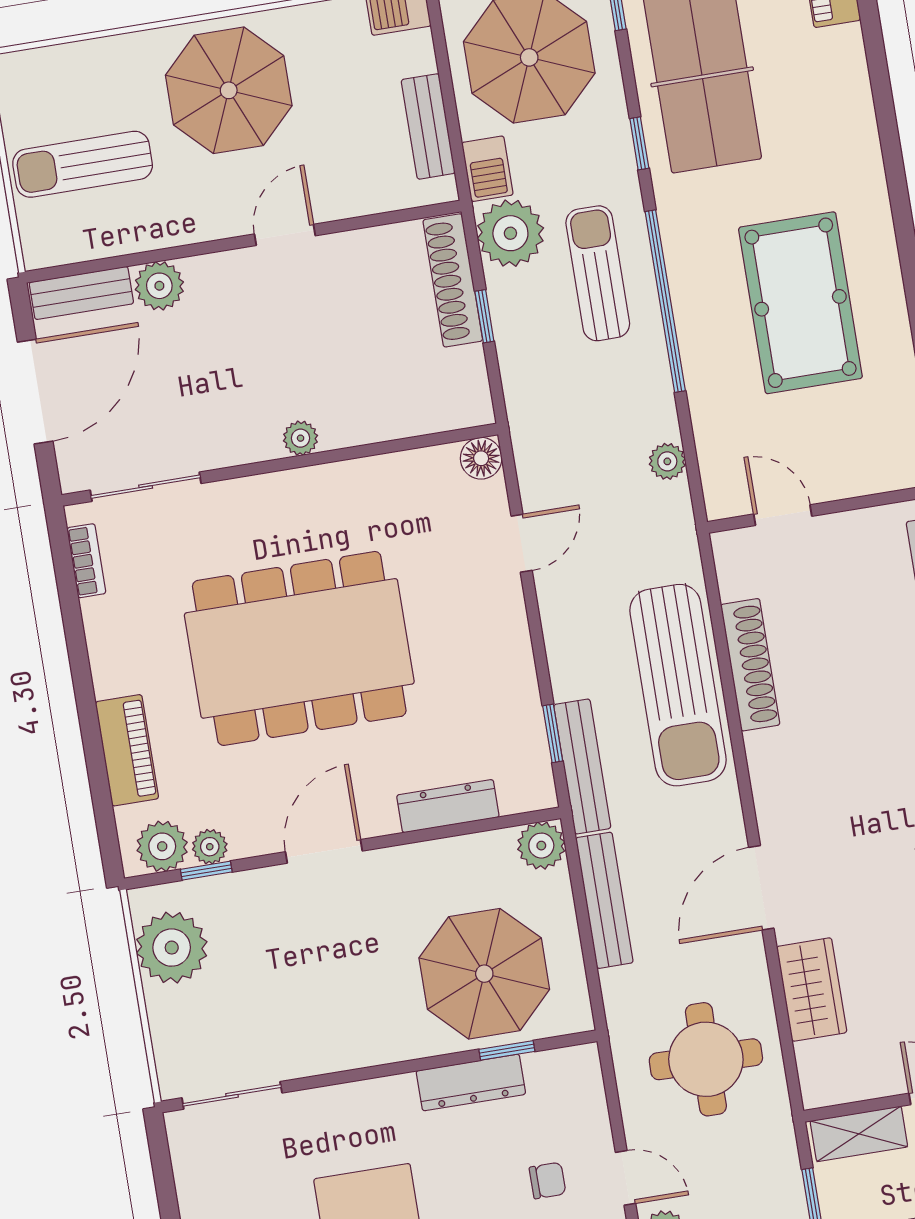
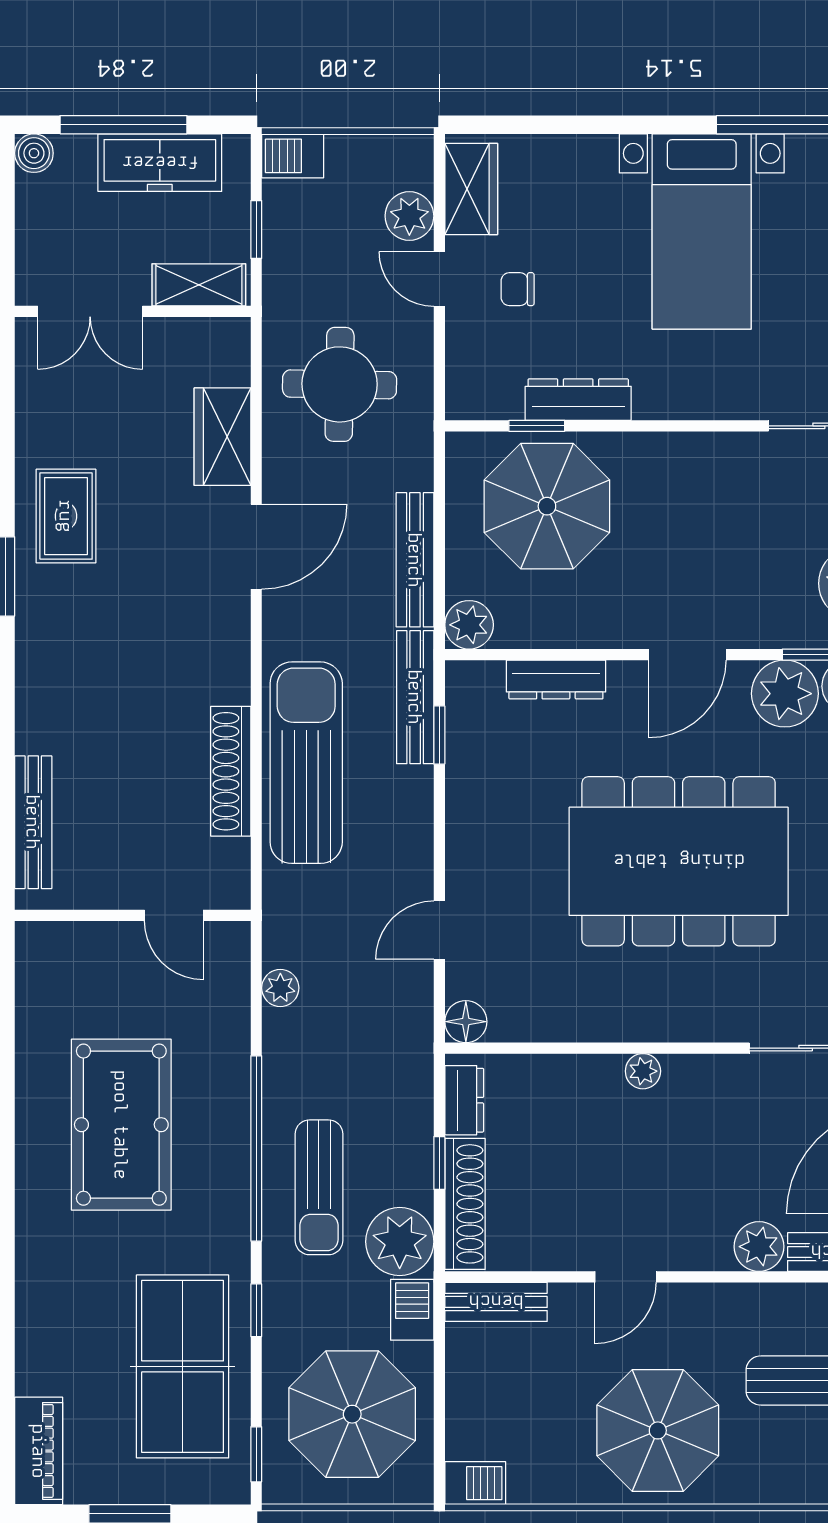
bench: (428, 126) -> (496, 1302), moved, turned 90
dresser: (470, 381) -> (464, 1100), added
plant: (210, 847) -> (785, 694), width x1.87, depth x1.87

